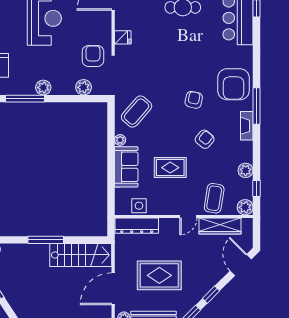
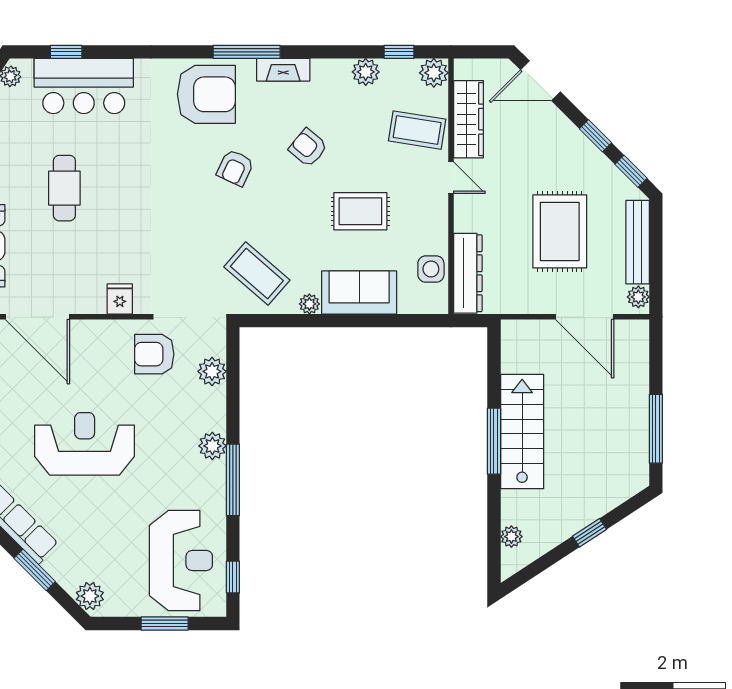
armchair: (194, 100) -> (235, 168), turned -77
rug: (170, 168) -> (360, 211), turned 90
stairs: (81, 255) -> (522, 432), moved

